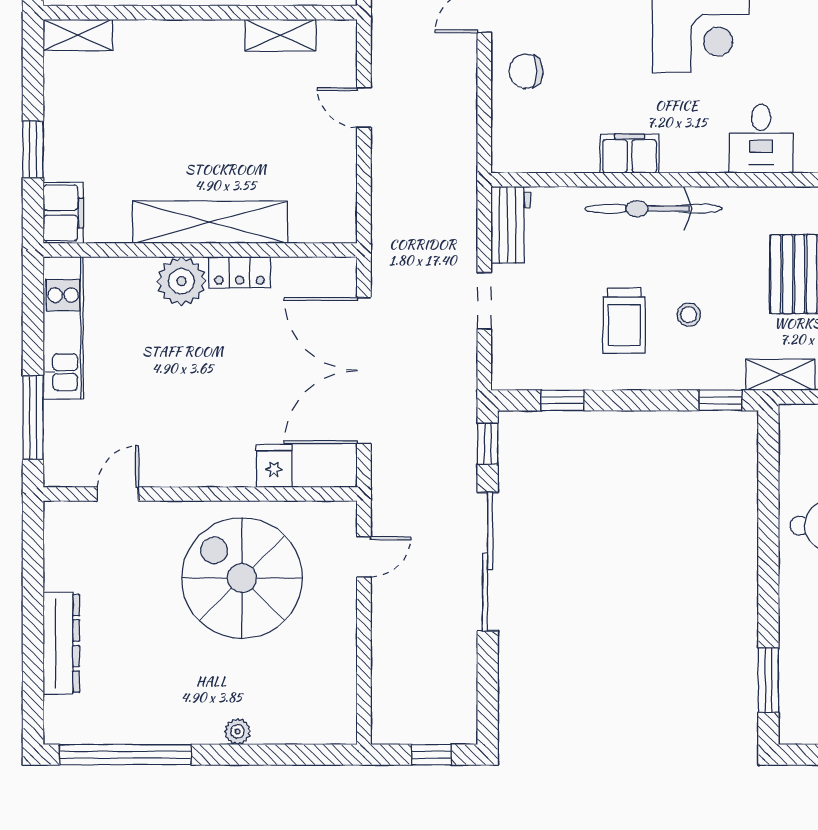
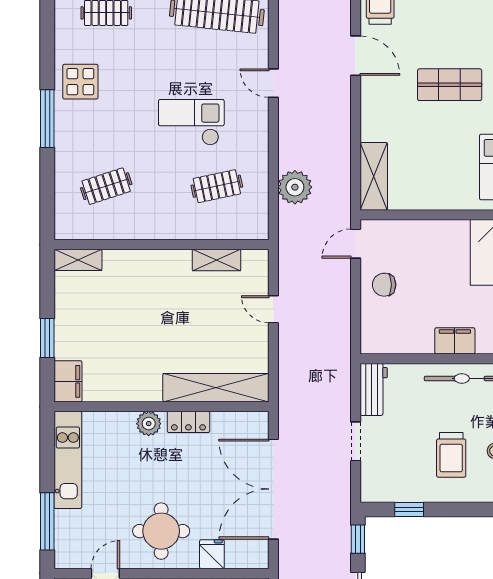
shelving: (210, 222) -> (216, 388), moved
plant: (181, 281) -> (149, 424), width x0.73, depth x0.73
round table: (200, 432) -> (161, 531), added

